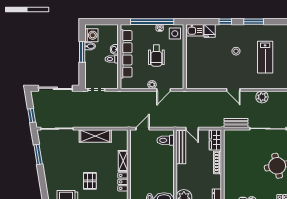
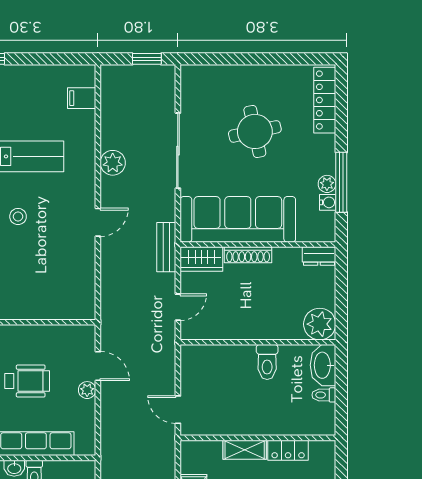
bench: (236, 123) -> (166, 247), moved
toilet: (166, 140) -> (267, 362), moved
bench: (181, 147) -> (216, 330), removed
sofa: (235, 158) -> (238, 219), added

